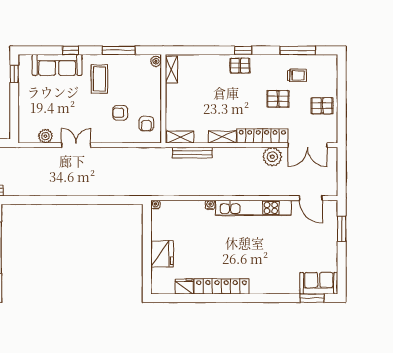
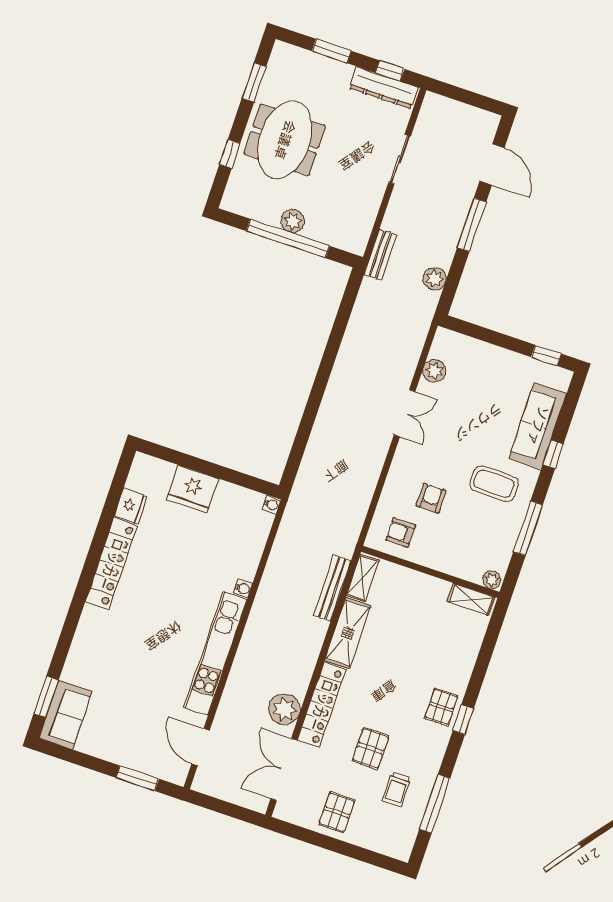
shelving: (222, 137) -> (348, 633), width x1.50, depth x1.33
door: (311, 198) -> (201, 747), hinge flipped

